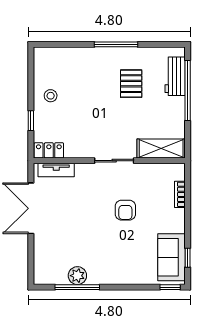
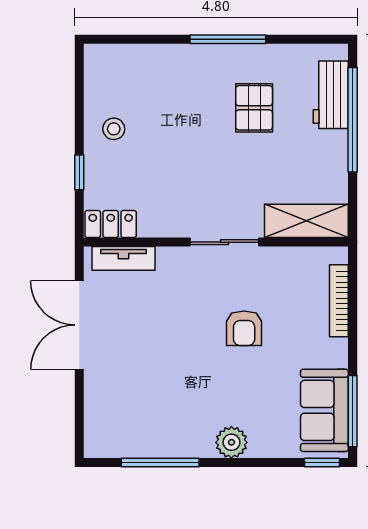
bookcase: (180, 194) -> (339, 301), width x1.56
window: (188, 258) -> (353, 411), width x2.17
plant: (77, 276) -> (231, 442), moved

